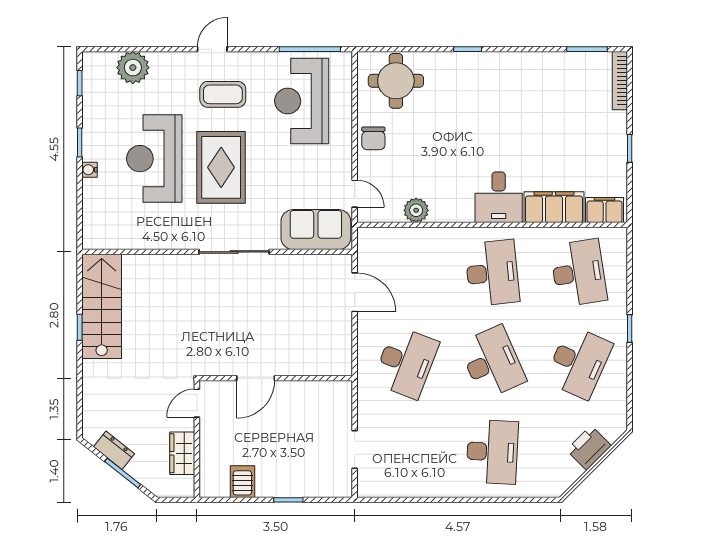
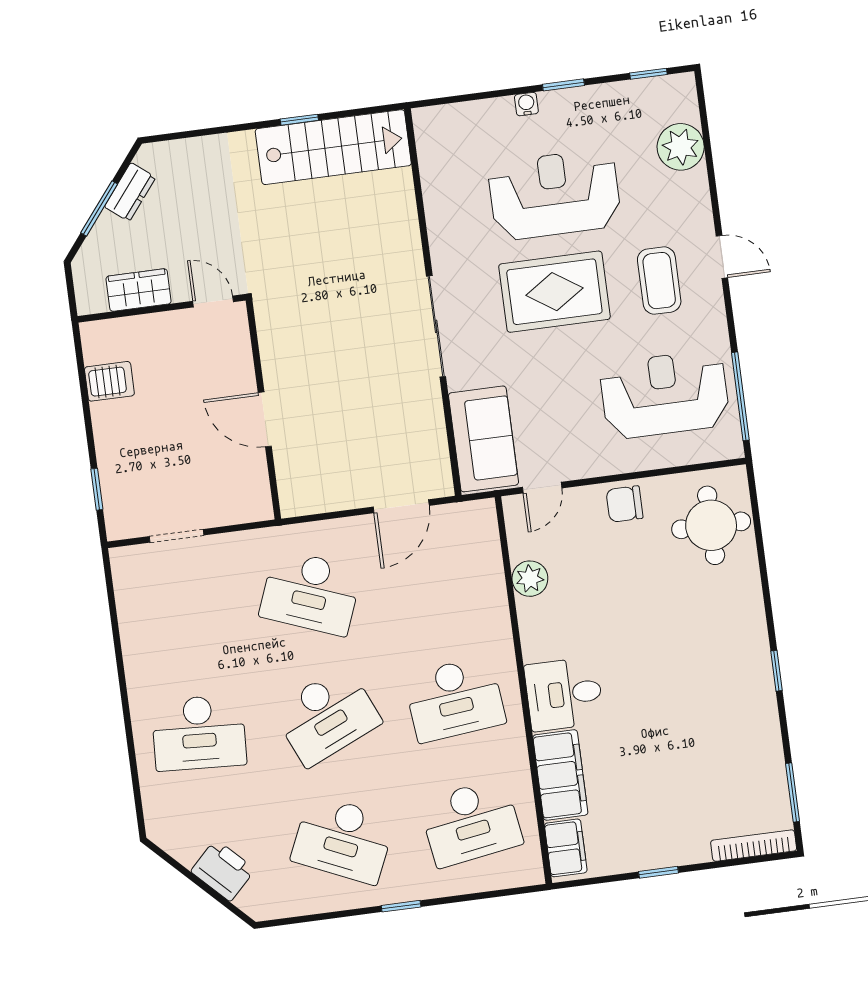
window: (468, 49) -> (776, 671), moved
door: (256, 378) -> (265, 419), moved
window: (288, 500) -> (97, 489), moved

